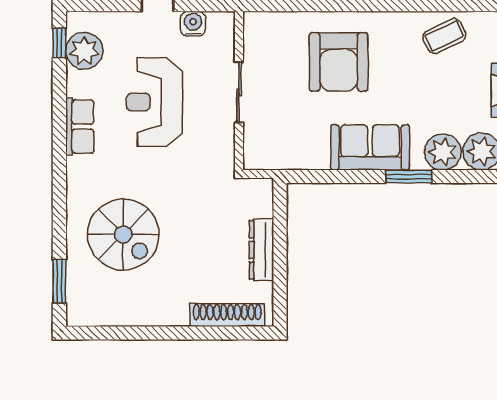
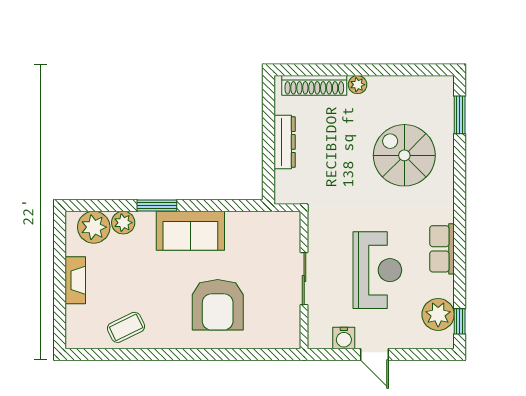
armchair: (339, 62) -> (218, 305), turned 180
plant: (443, 152) -> (123, 223), width x0.73, depth x0.73
plant: (177, 316) -> (358, 85), added

